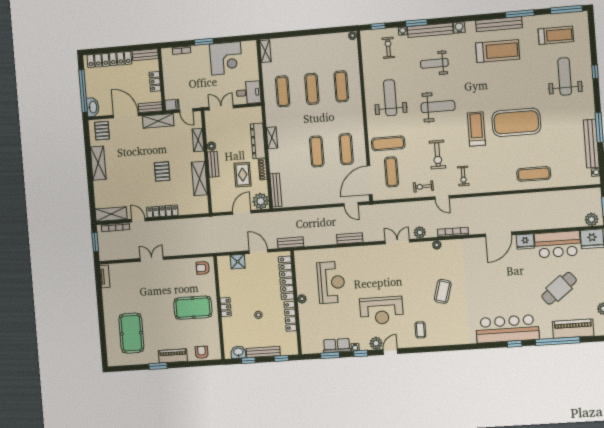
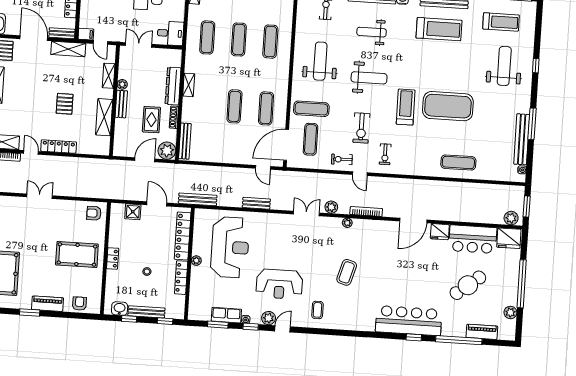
bench: (290, 243) -> (198, 199), width x1.36
reception desk: (331, 282) -> (230, 247), width x1.36, depth x1.30
piano: (573, 329) -> (482, 332), width x0.73, depth x0.75

